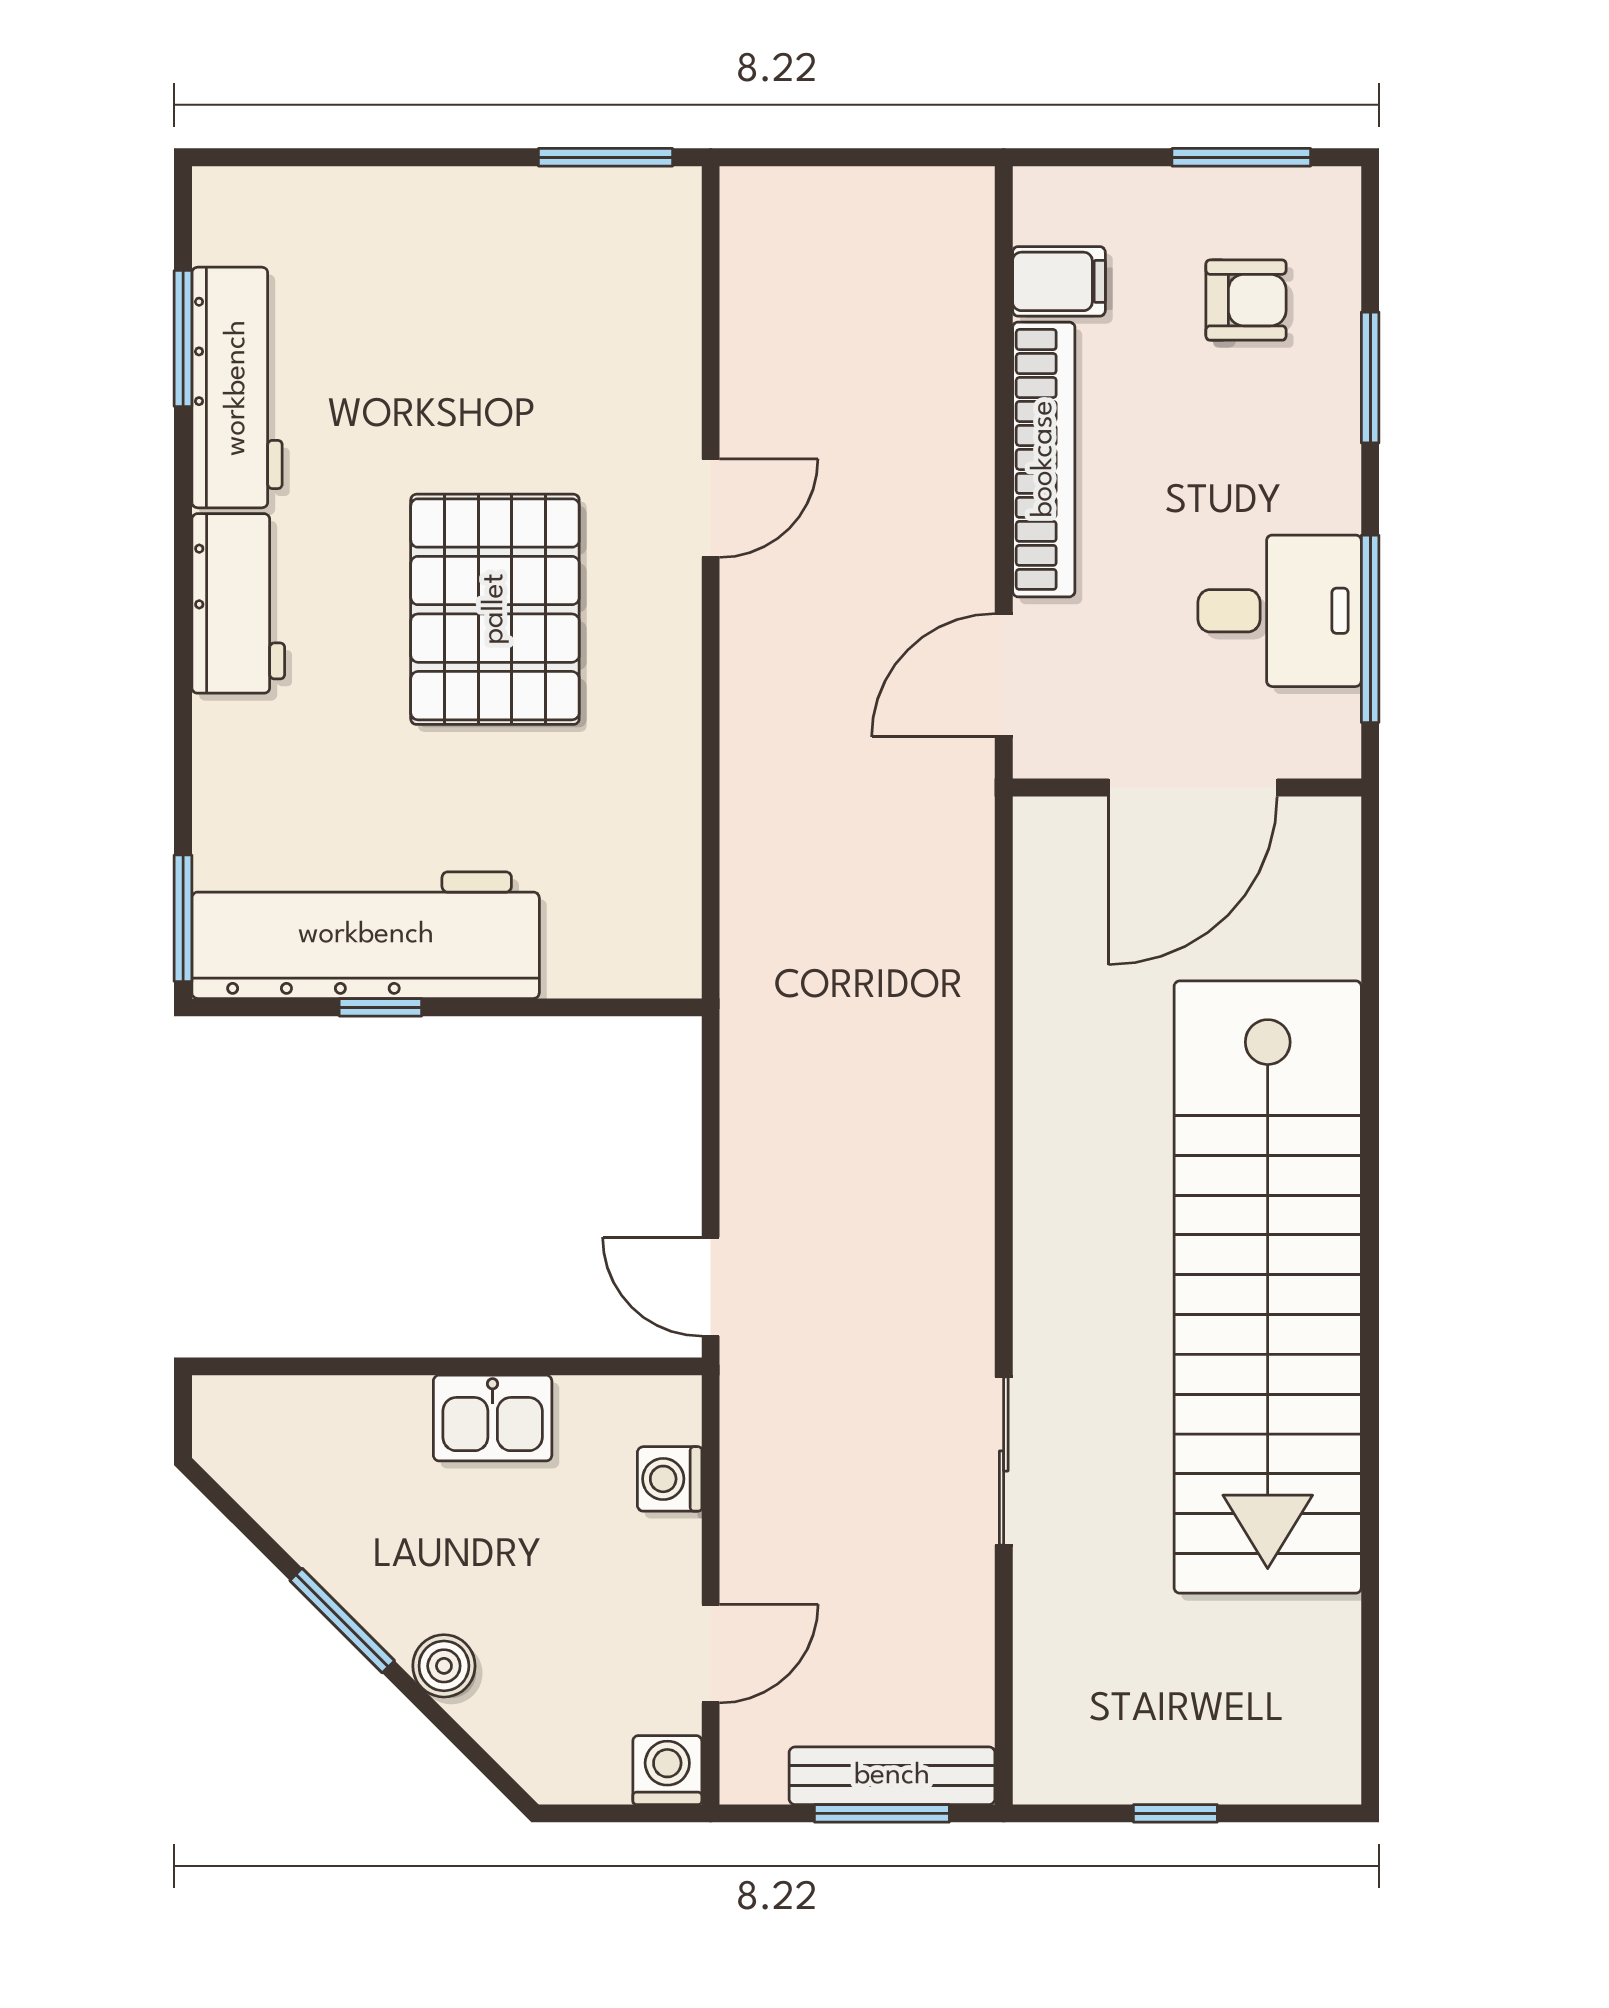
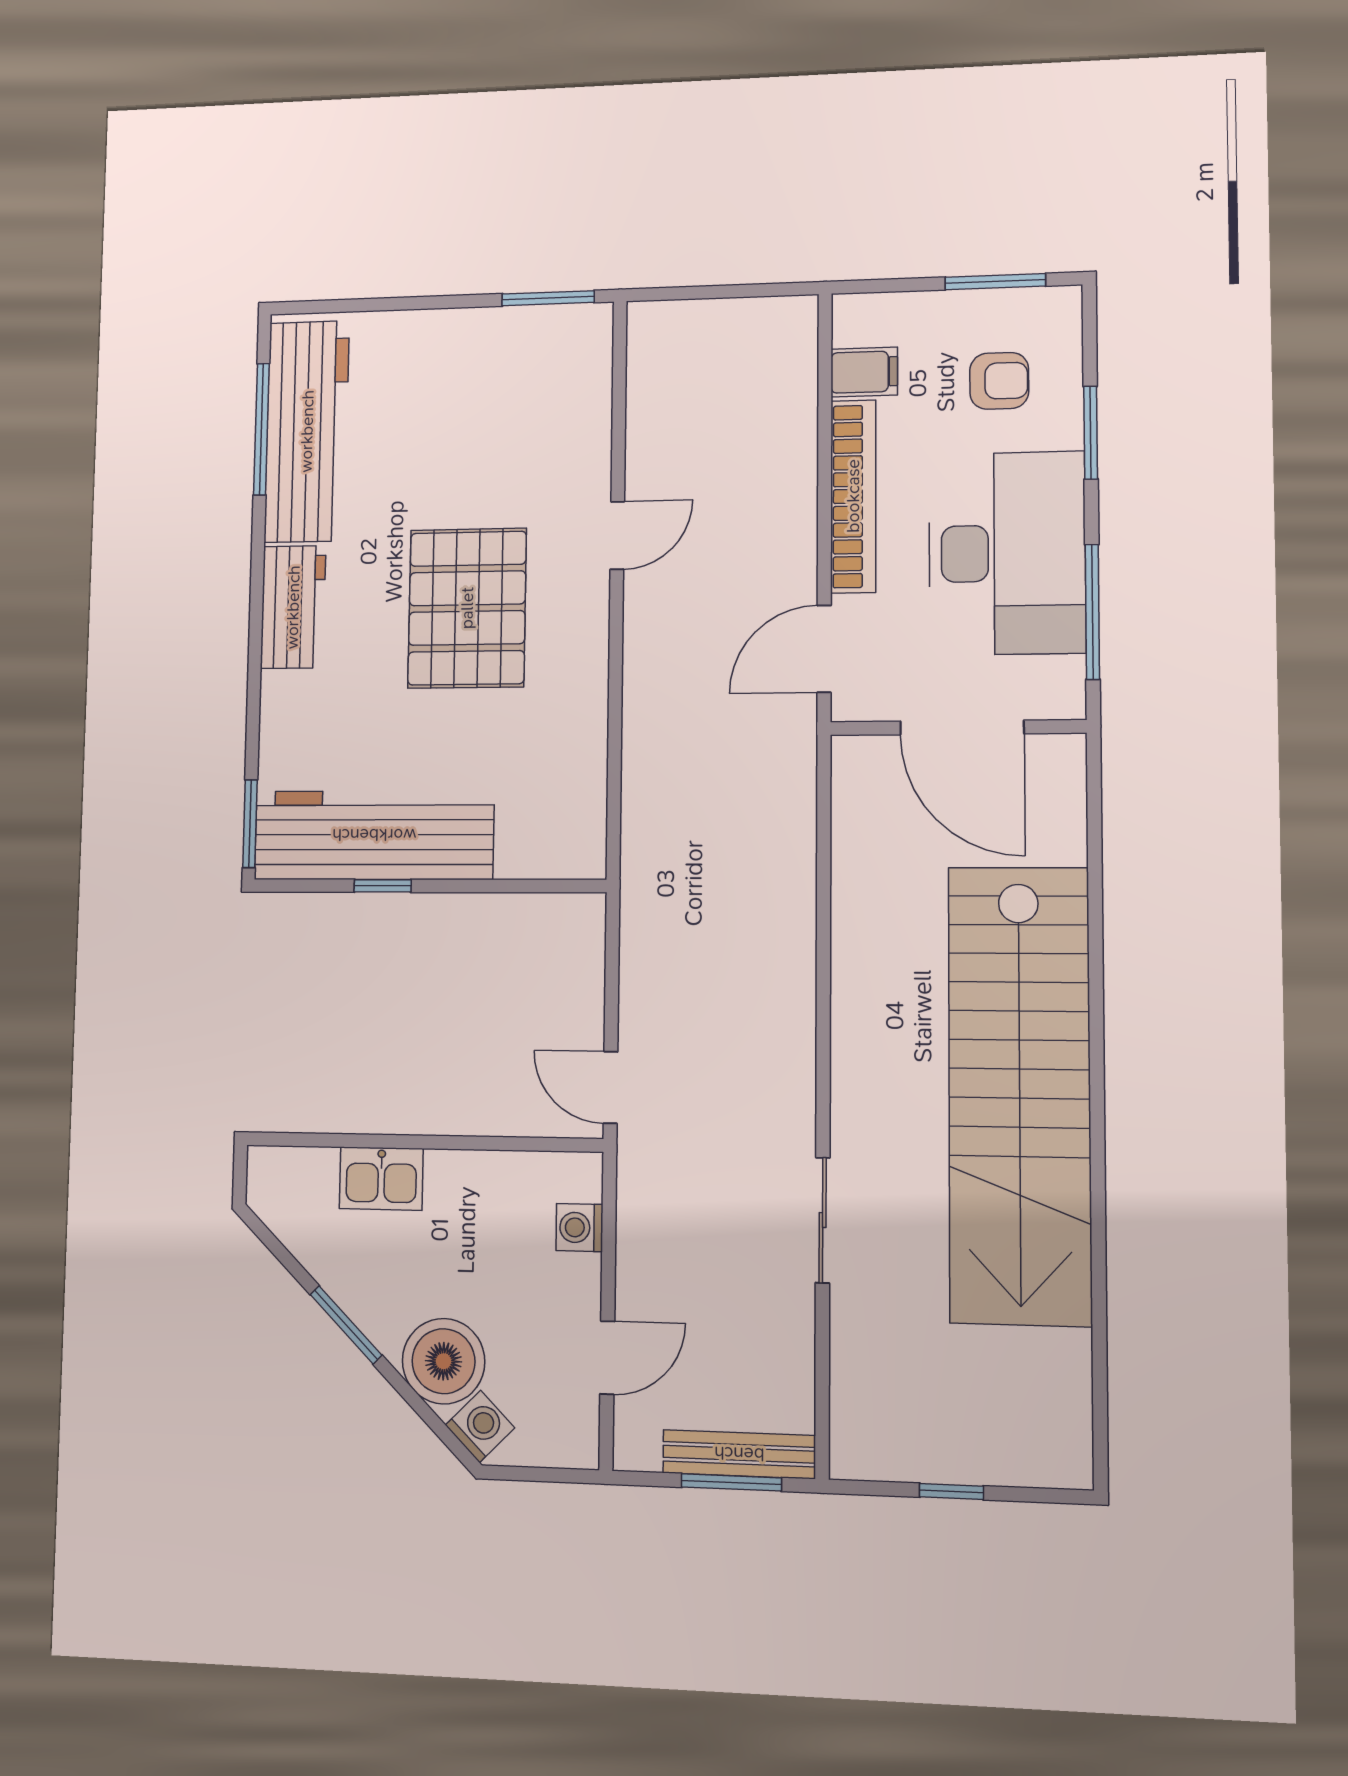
window: (183, 339) -> (261, 429), width x1.44
workbench: (237, 388) -> (307, 431), width x1.36, depth x1.32
desk: (1280, 611) -> (1007, 553), width x1.87, depth x1.30
door: (1193, 787) -> (962, 727), hinge flipped
kitchen sink: (493, 1418) -> (381, 1179), moved
boiler: (444, 1666) -> (444, 1361), width x1.86, depth x1.86
washing machine: (667, 1770) -> (480, 1426), moved, turned 45

